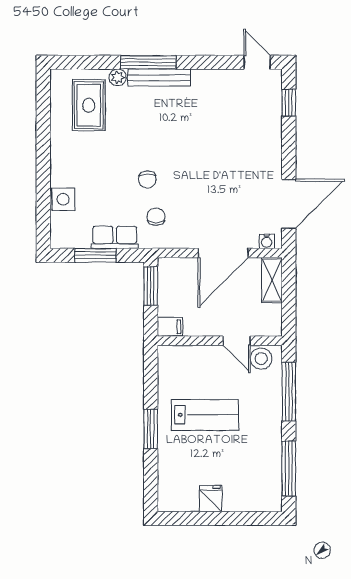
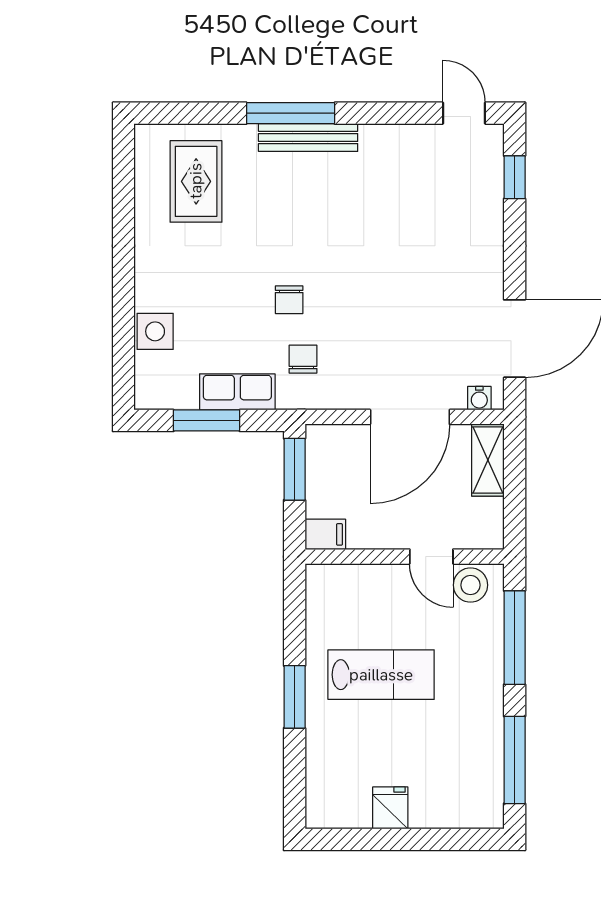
plant: (118, 77) -> (242, 137), removed

